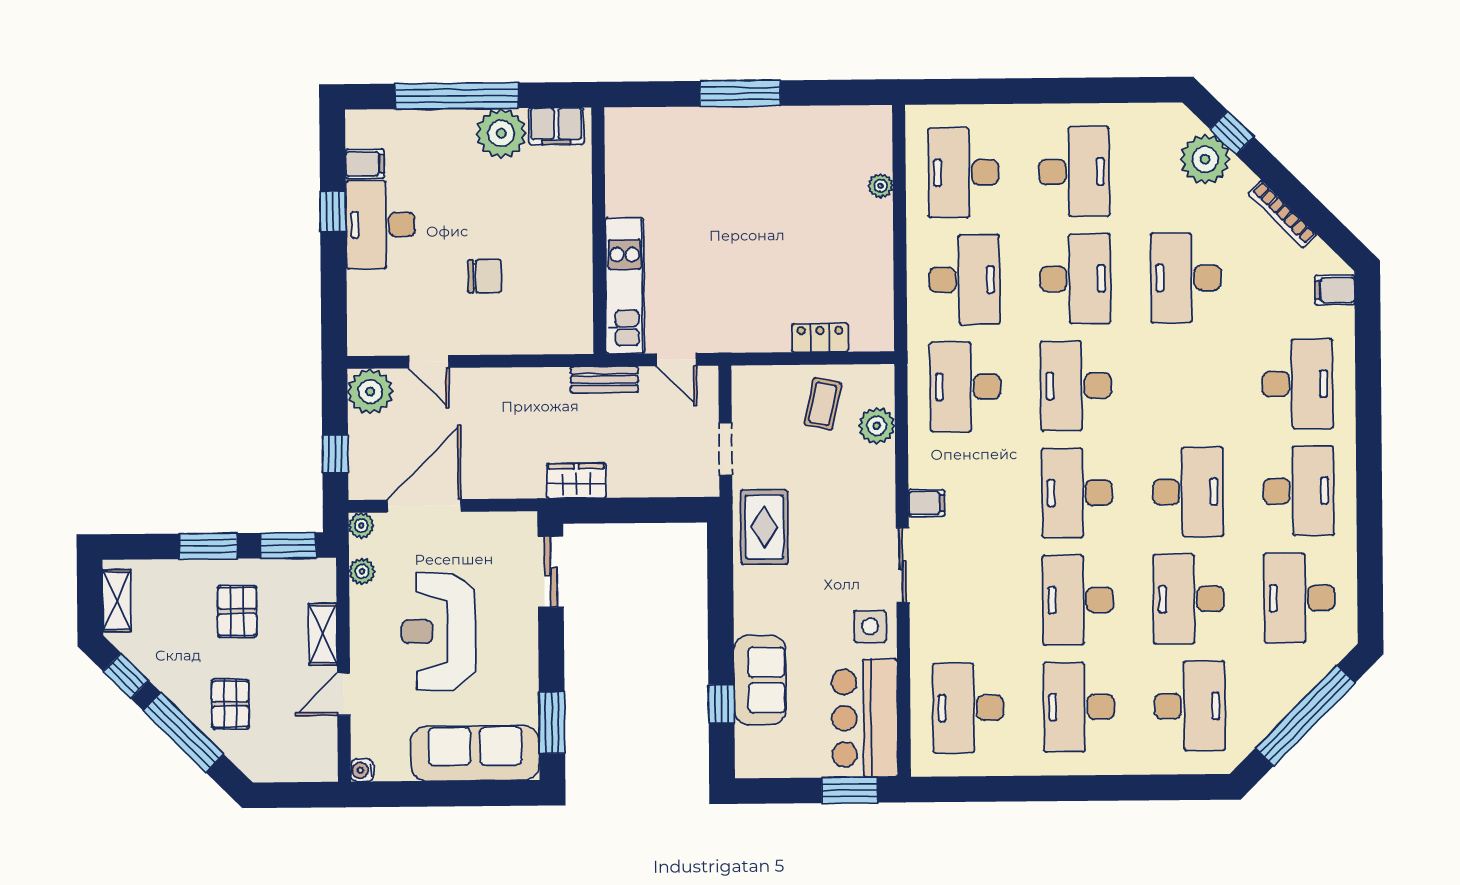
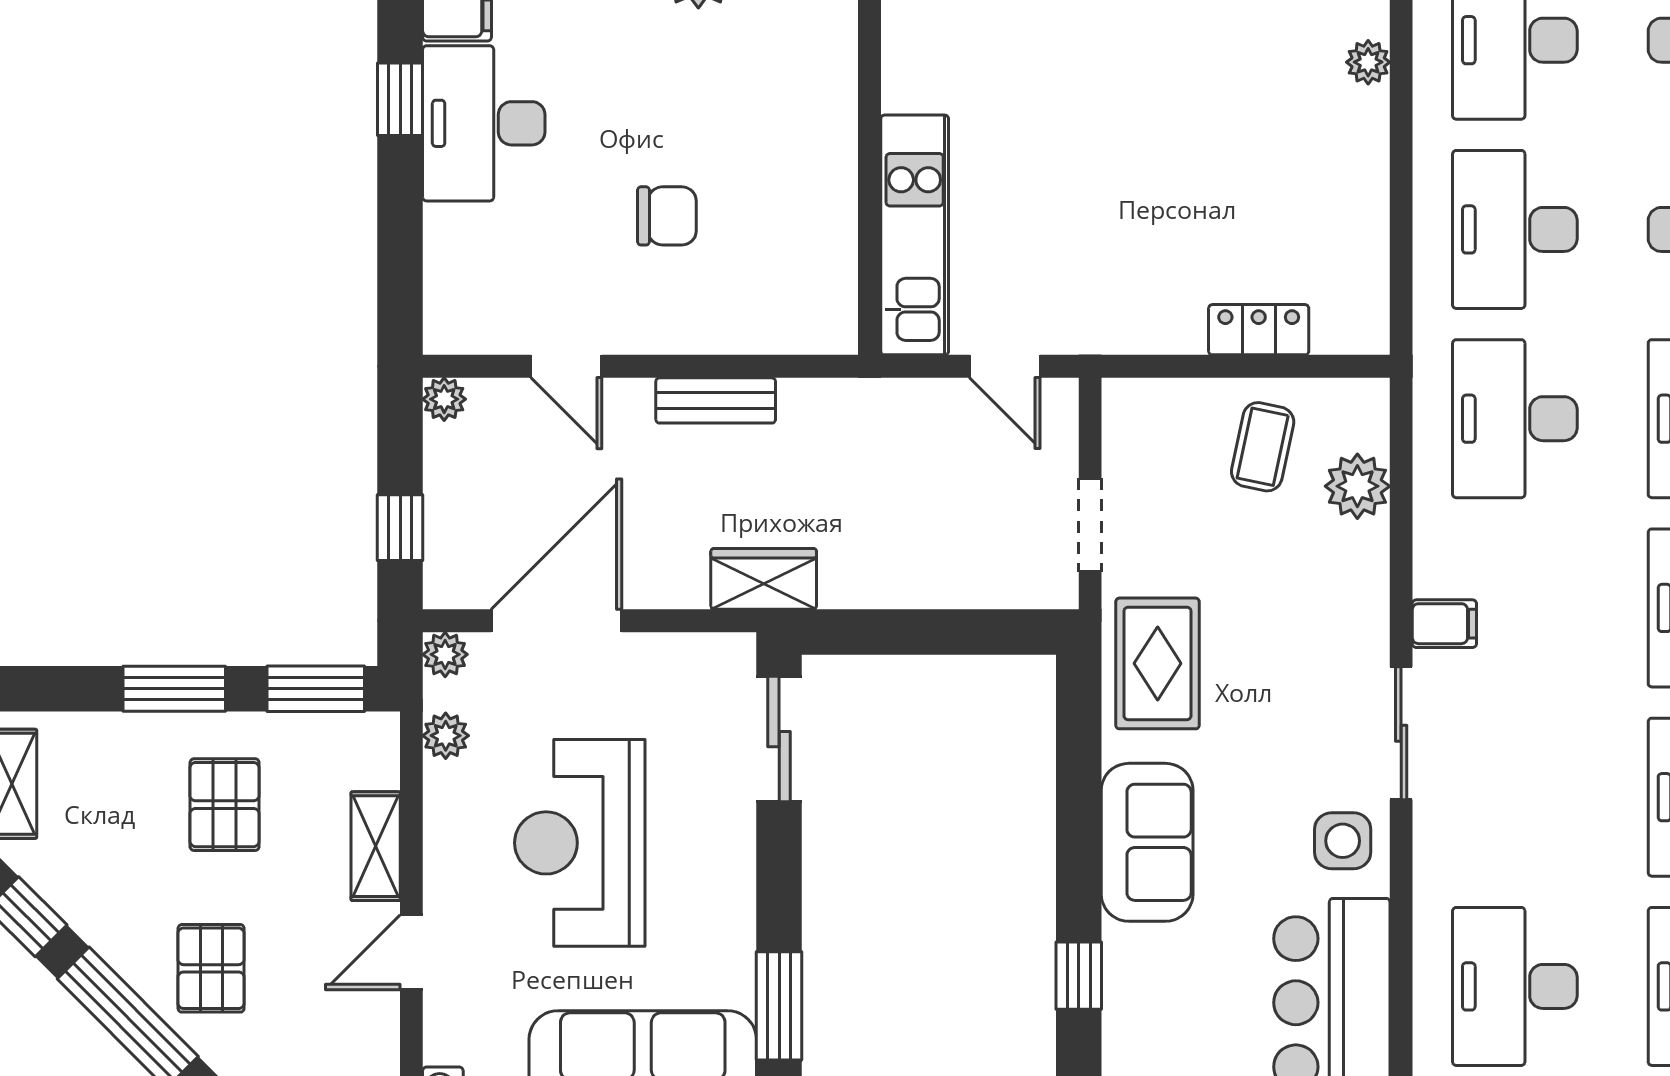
desk: (964, 280) -> (1515, 229), turned 180
bench: (604, 380) -> (716, 400), moved
plant: (370, 391) -> (444, 399), width x0.53, depth x0.53
wardrobe: (576, 481) -> (764, 579), moved
sofa: (760, 680) -> (1147, 842), moved

